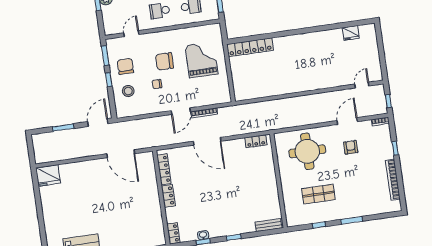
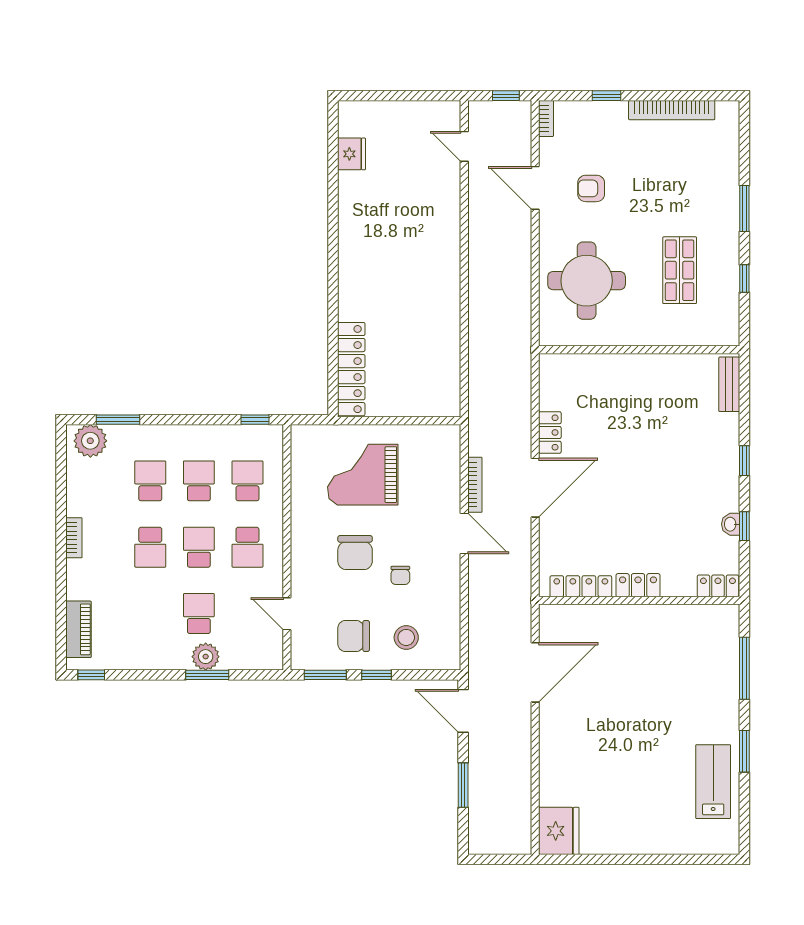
locker: (256, 141) -> (550, 432), moved

